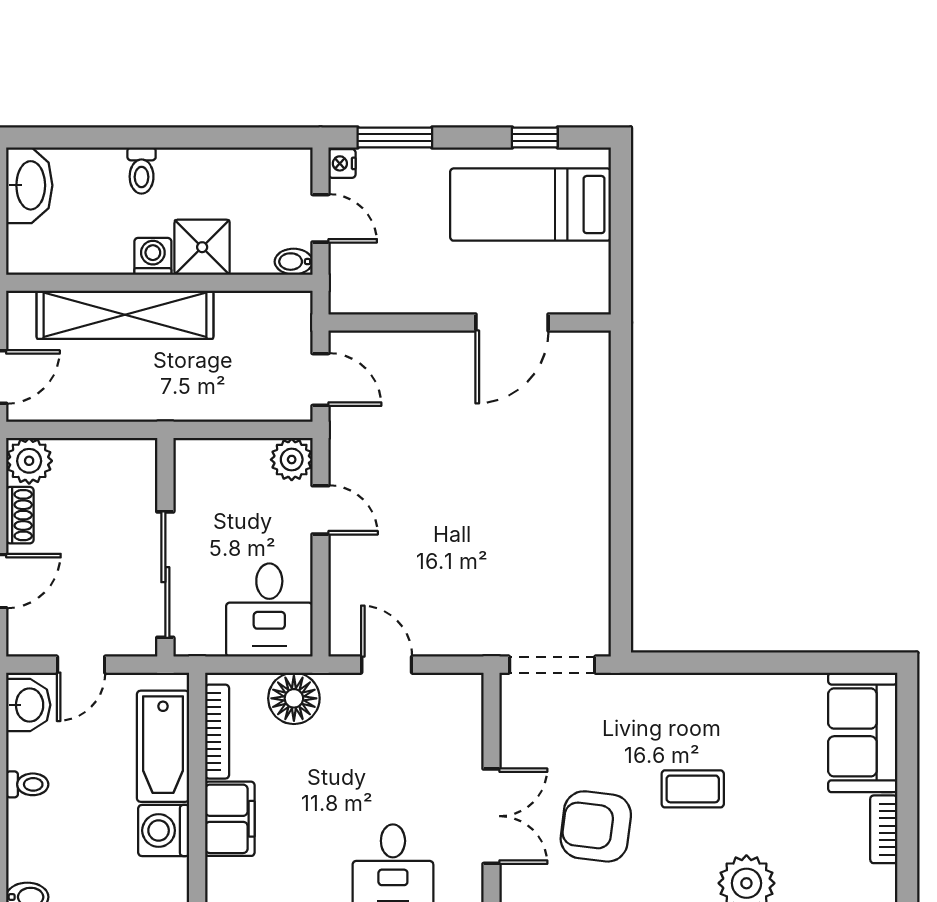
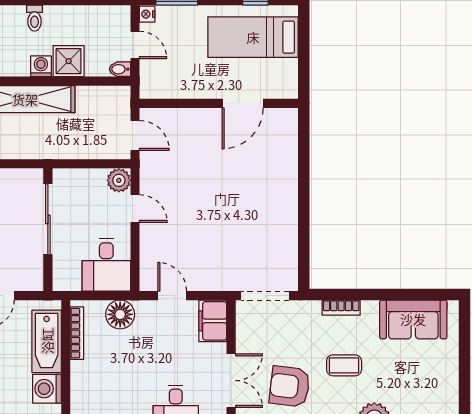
sliding door: (165, 575) -> (48, 219), moved
sofa: (863, 732) -> (413, 319), moved, turned -90
filing cabinet: (230, 819) -> (213, 321), moved, turned 180
bookcase: (884, 829) -> (341, 308), moved, turned -90

